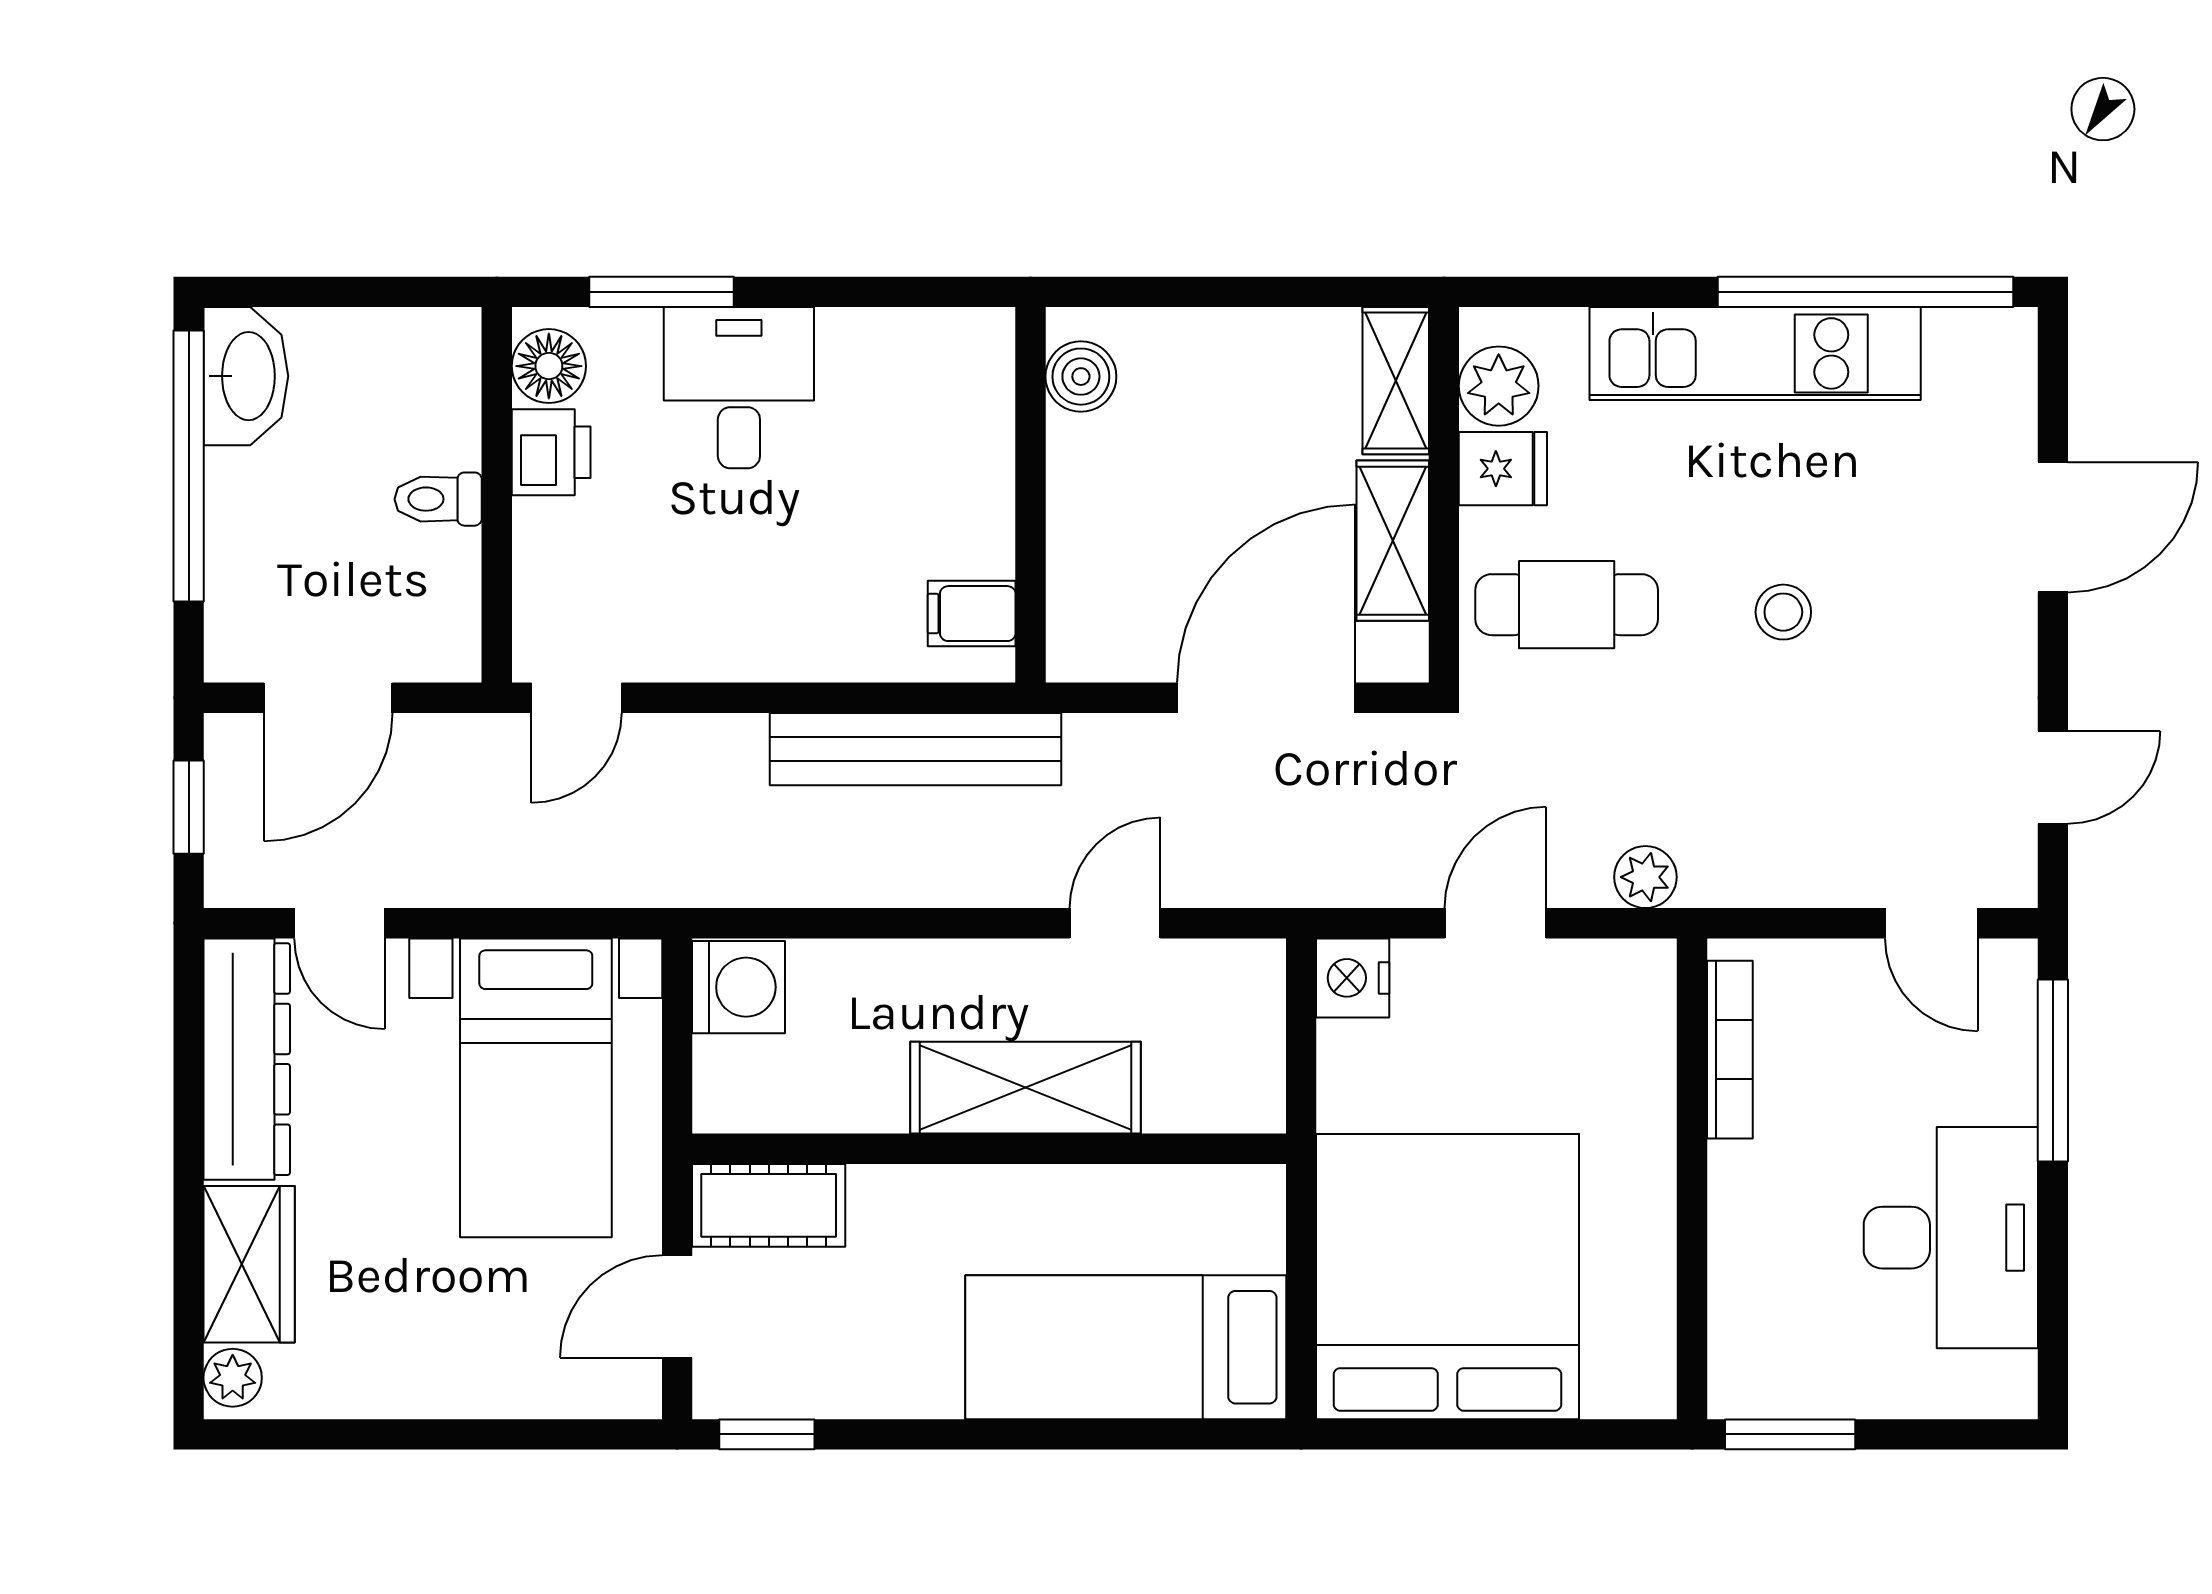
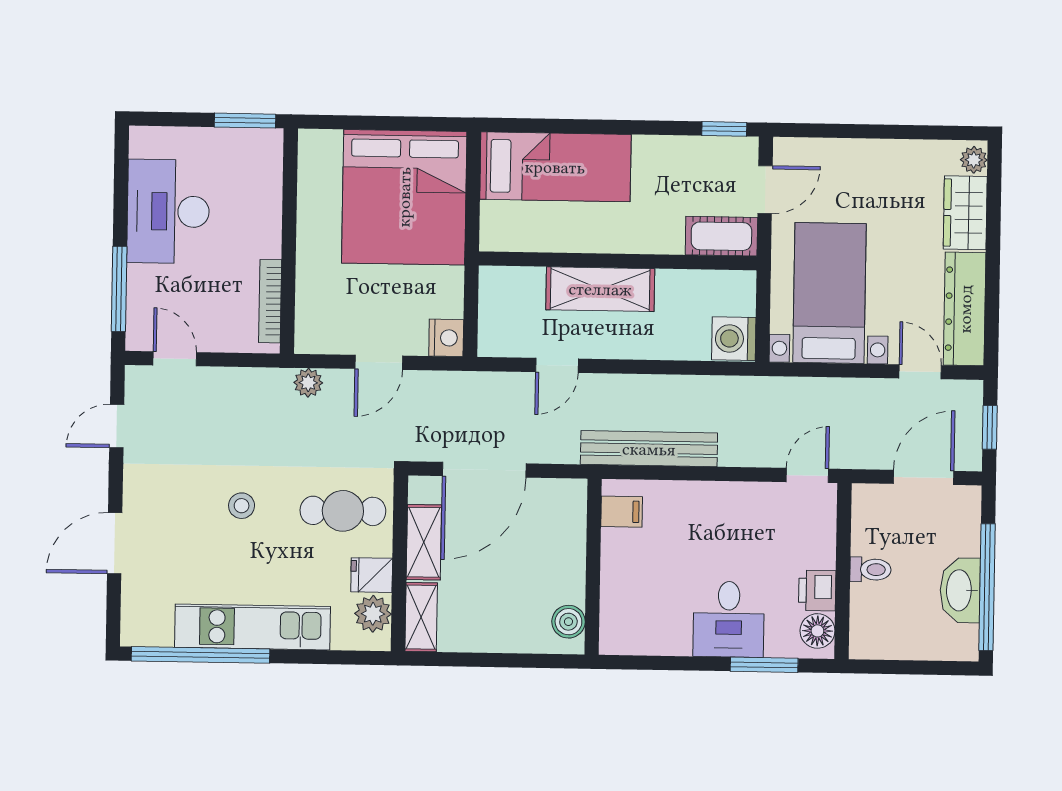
washbasin: (246, 376) -> (960, 590), moved

